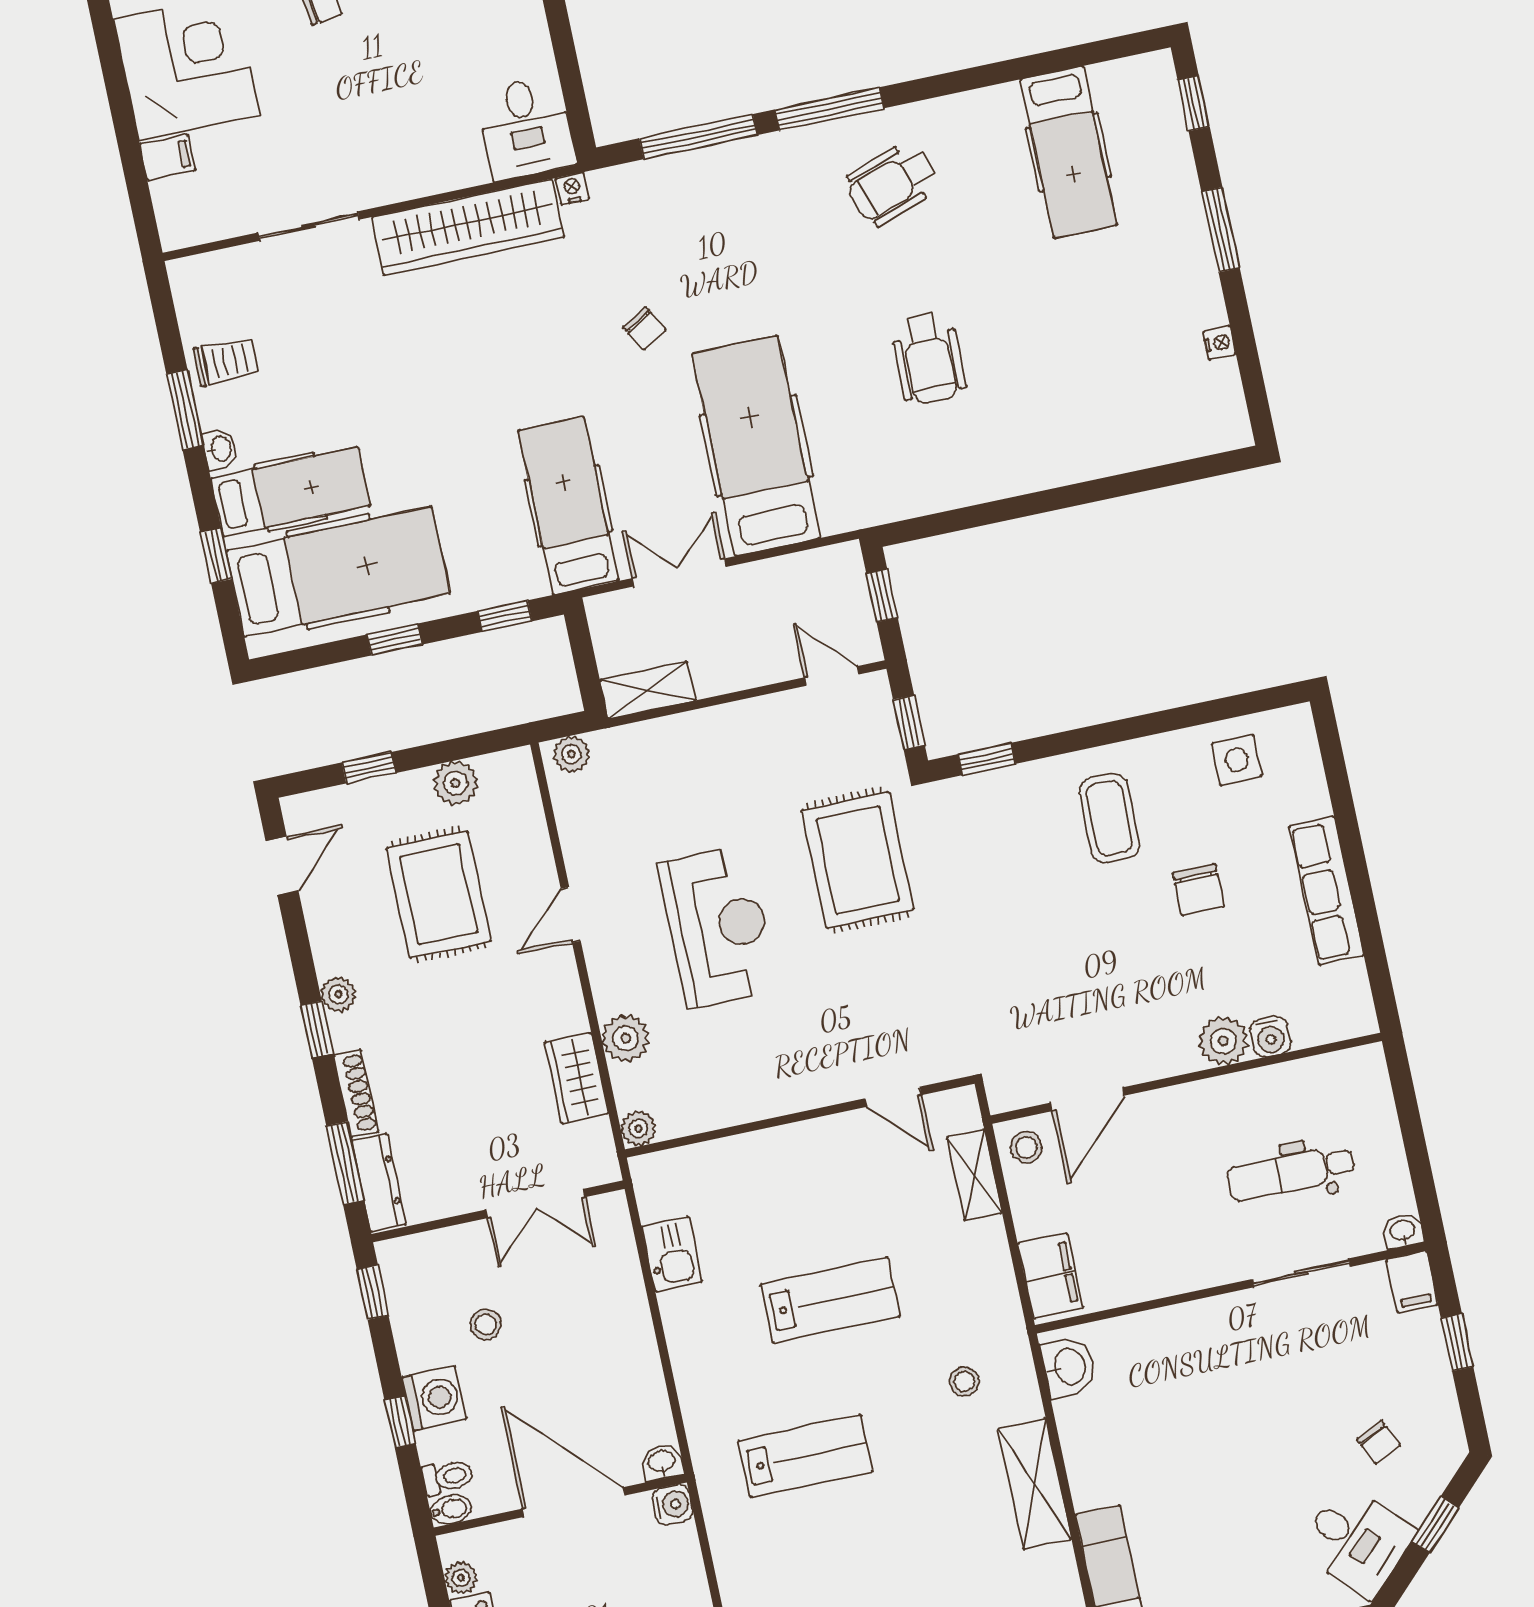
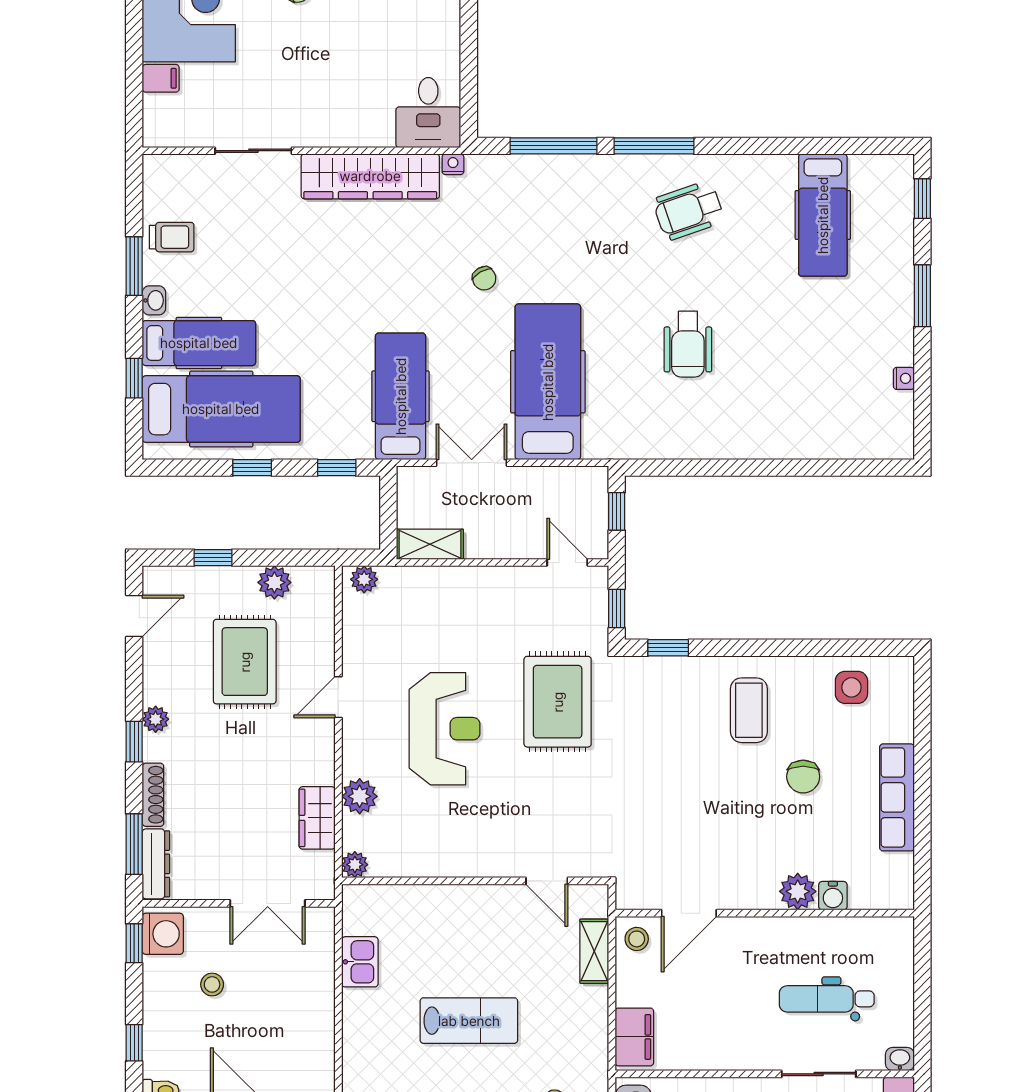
washing machine: (434, 1398) -> (163, 934), moved

